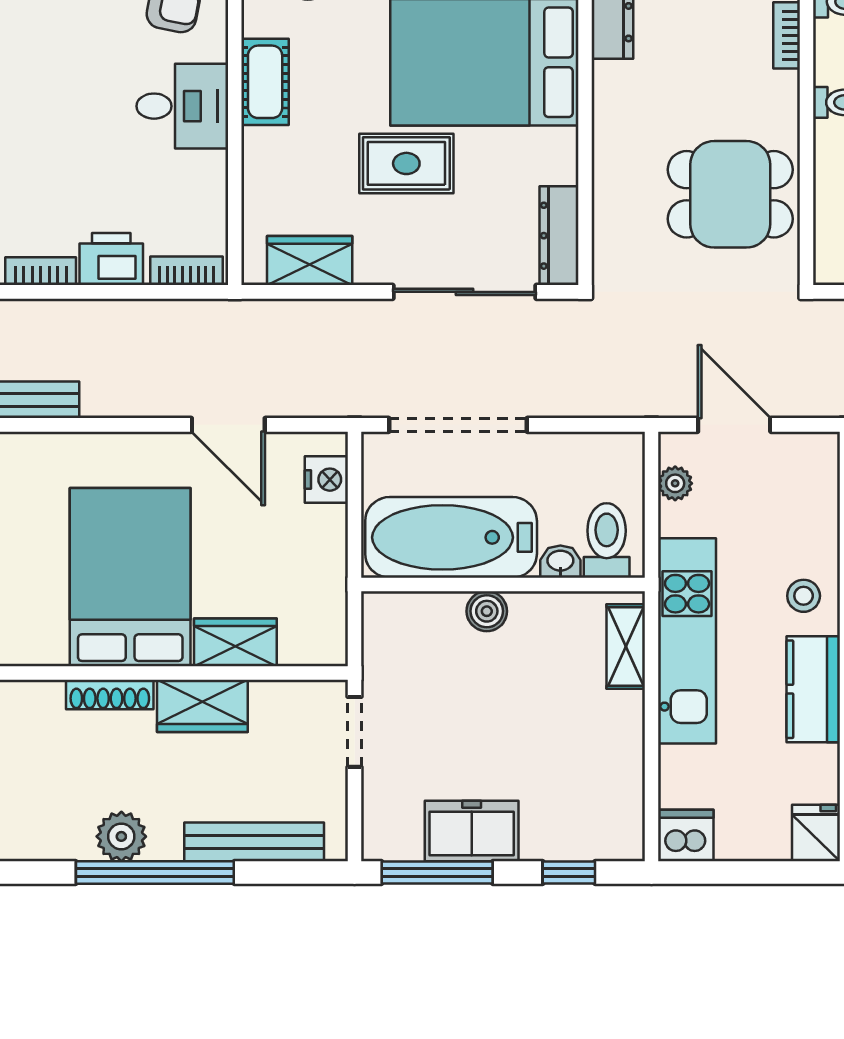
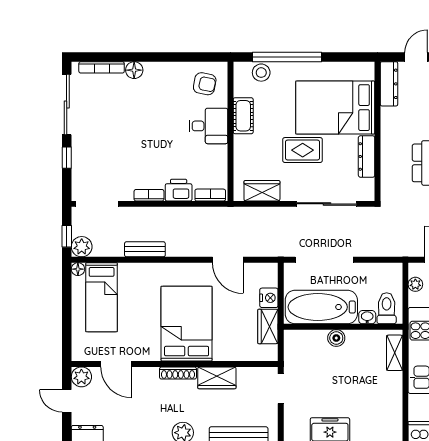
dresser: (559, 236) -> (367, 156), moved
nightstand: (326, 480) -> (269, 298), moved
wardrobe: (235, 642) -> (268, 326), moved, turned -90

